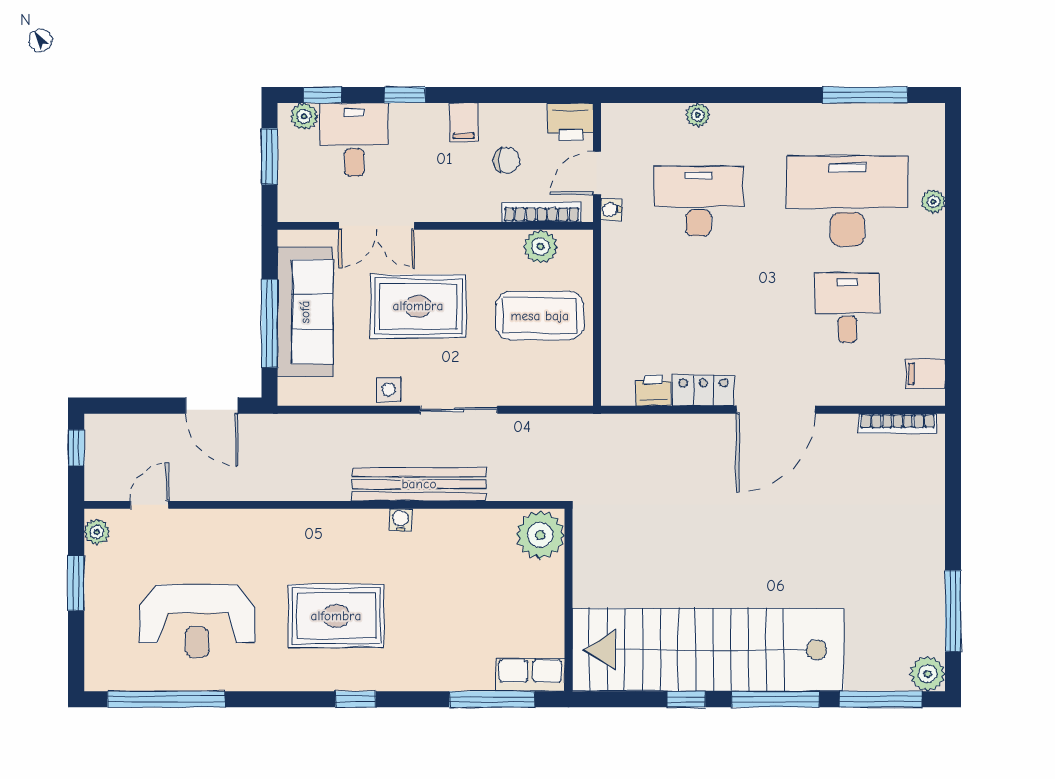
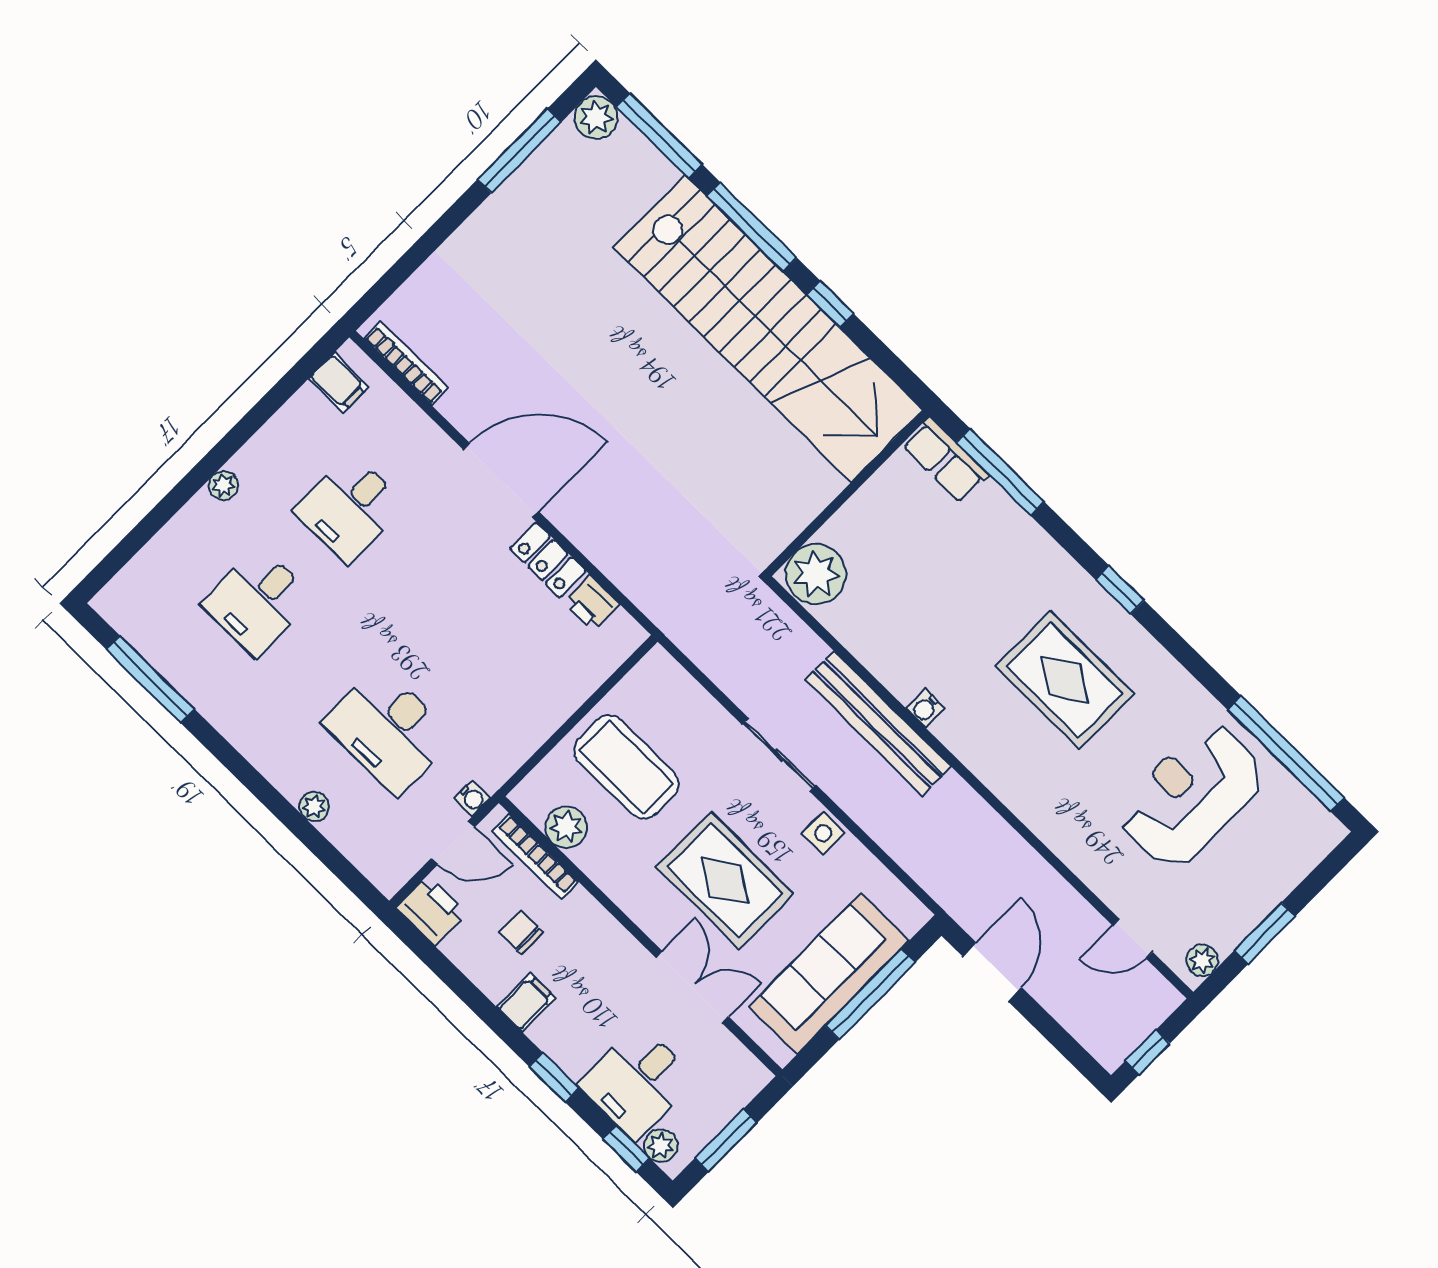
desk: (847, 201) -> (258, 601), width x0.53, depth x0.77
plant: (933, 201) -> (223, 486), moved
reception desk: (197, 621) -> (1191, 796), turned -90

